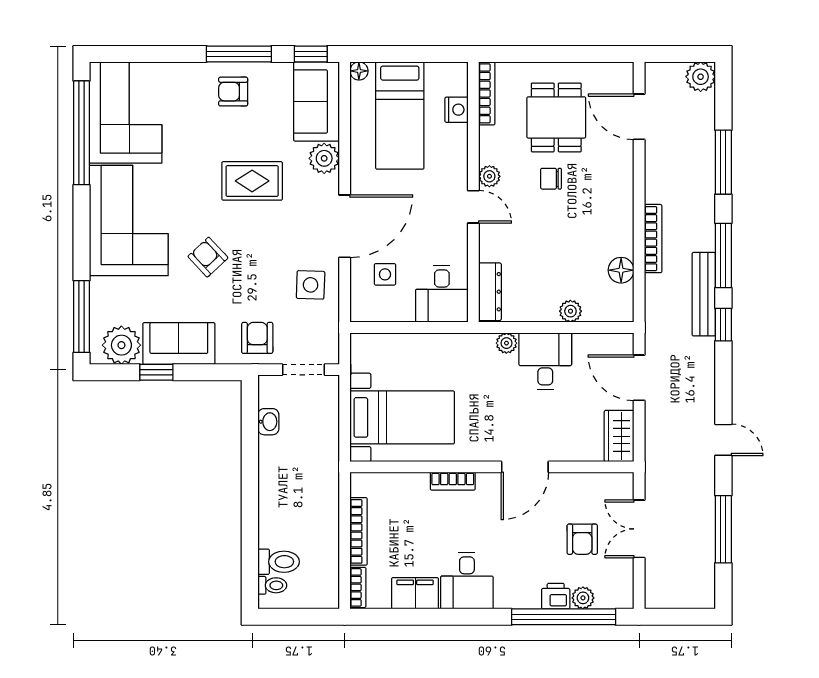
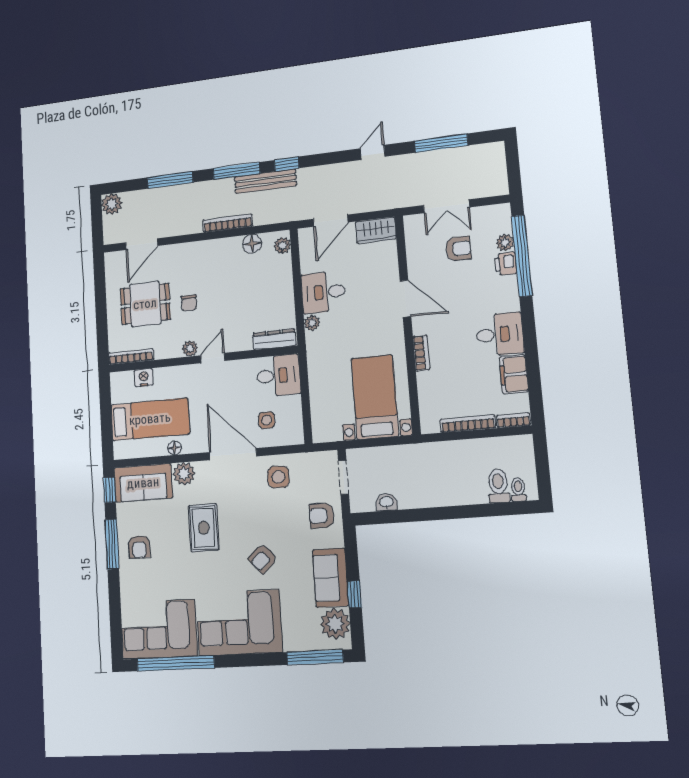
floor lamp: (359, 71) -> (174, 448), moved
plant: (570, 311) -> (282, 246), moved

